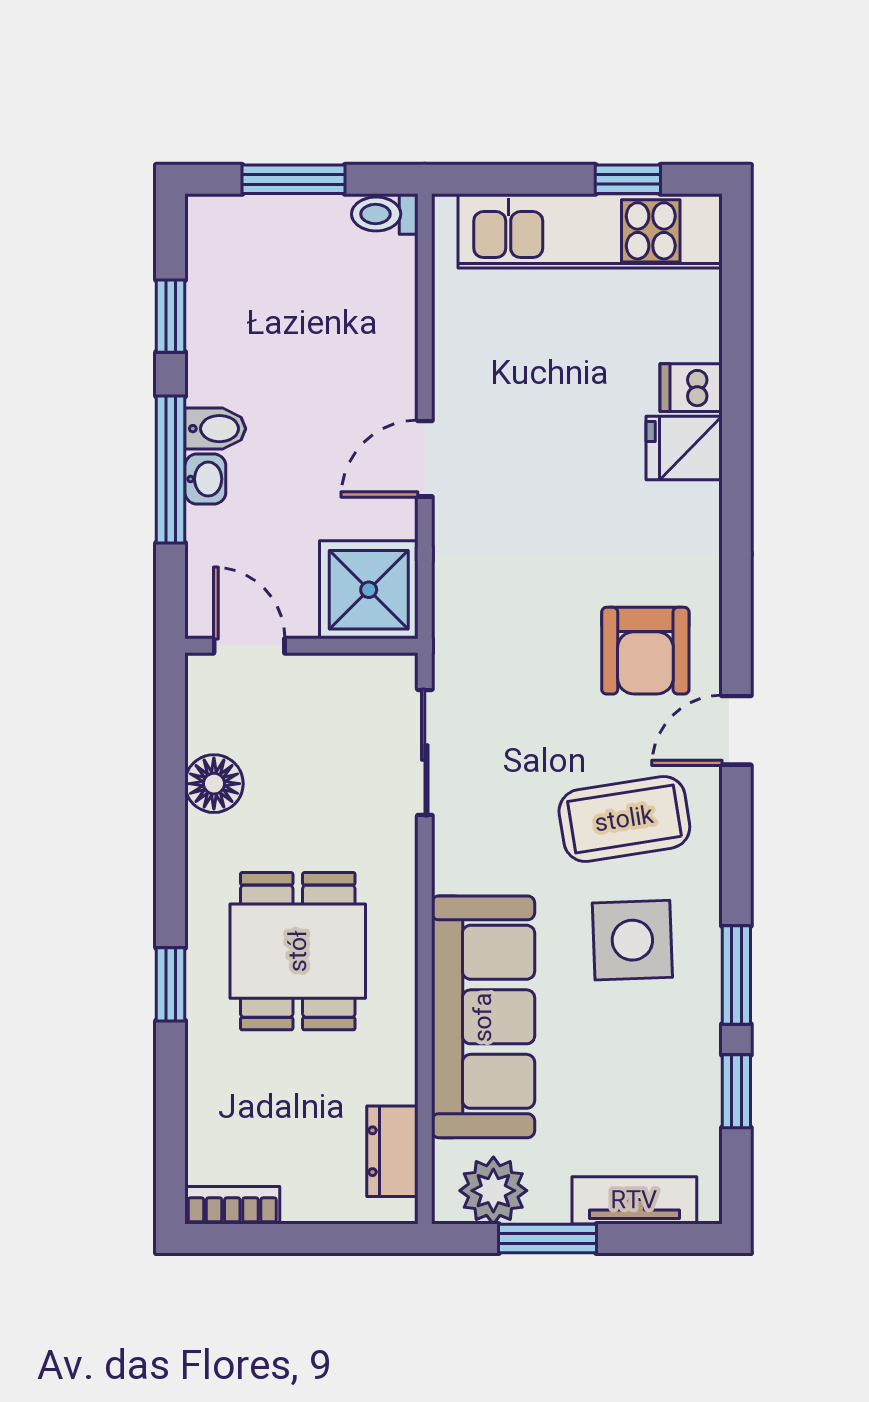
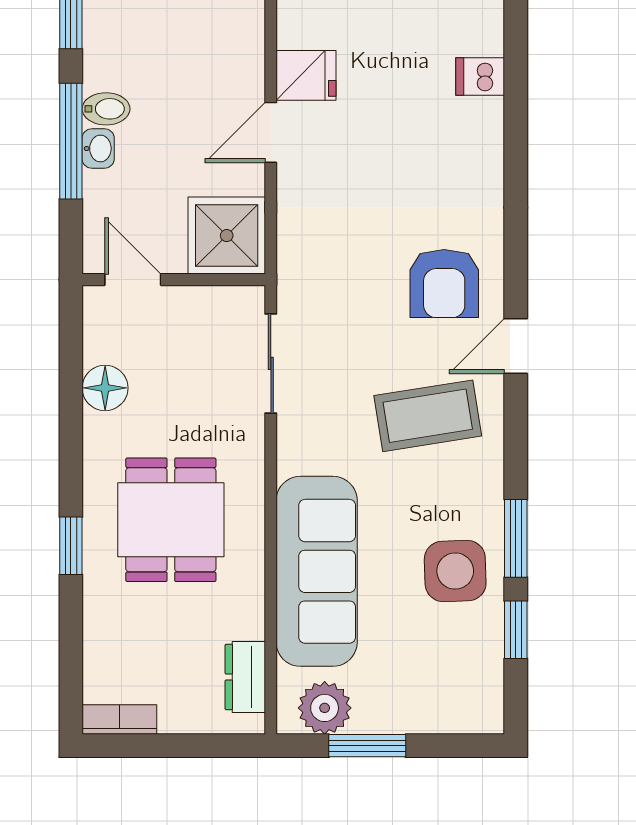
fridge: (684, 448) -> (306, 75), moved, turned 180
side table: (632, 940) -> (455, 571), moved
tv unit: (634, 1200) -> (436, 716), removed

